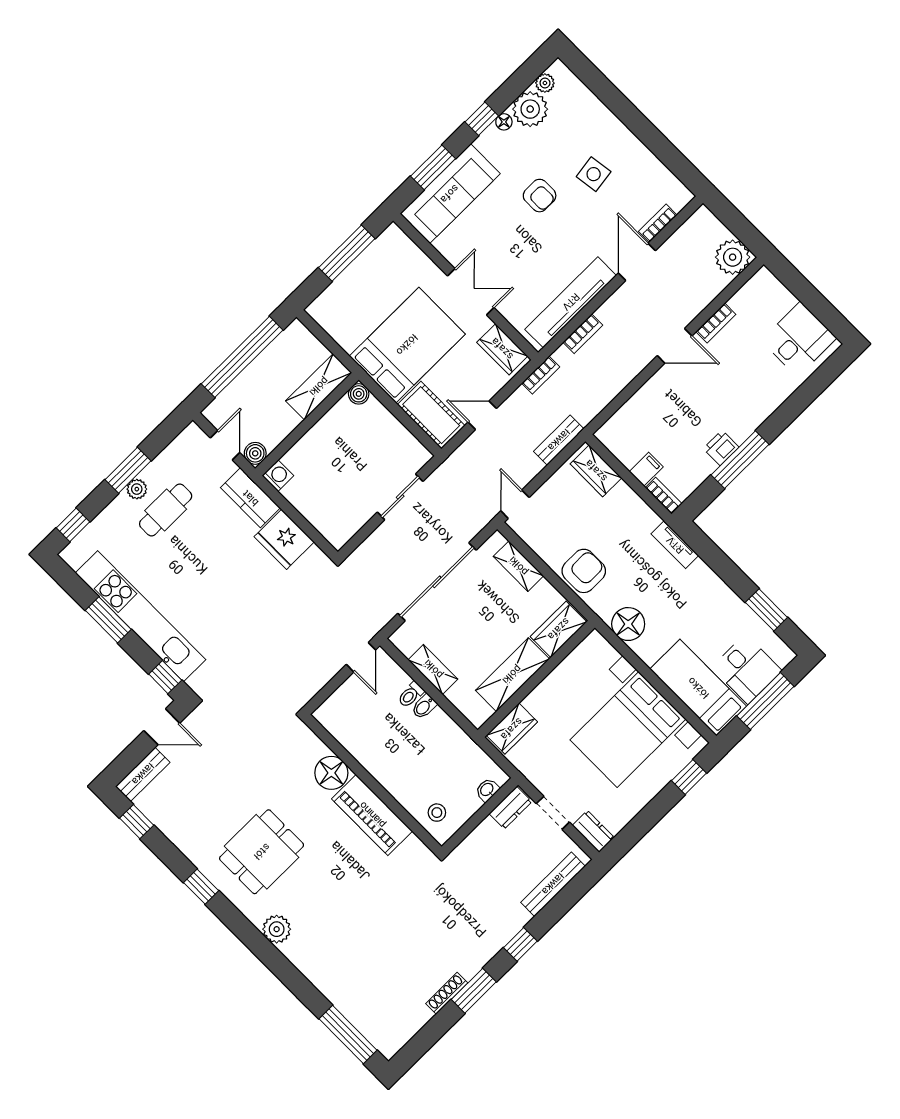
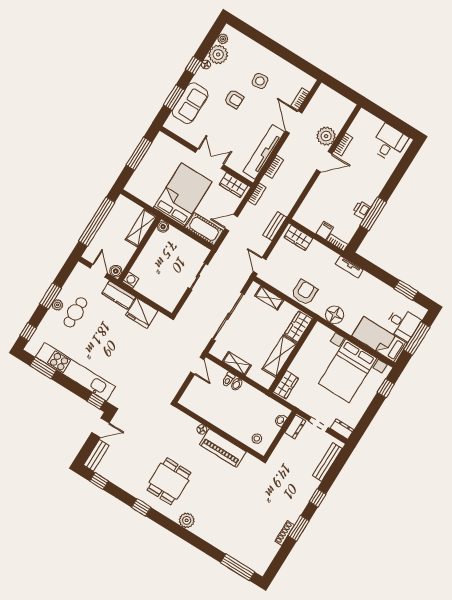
sofa: (450, 194) -> (190, 103), width x0.73
plant: (733, 257) -> (326, 136), moved
window: (108, 620) -> (43, 368), moved
floor lamp: (331, 773) -> (202, 429), width x0.53, depth x0.53

